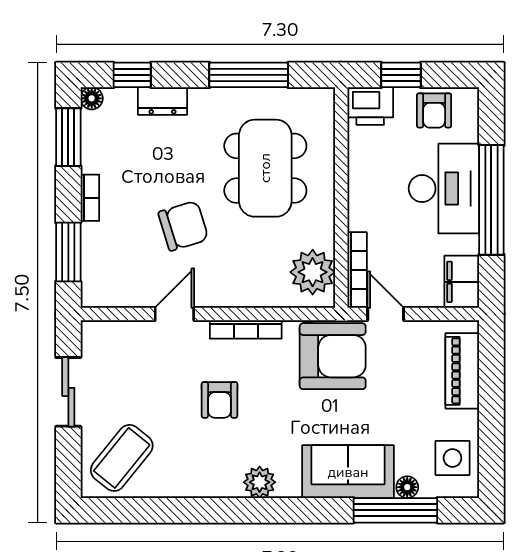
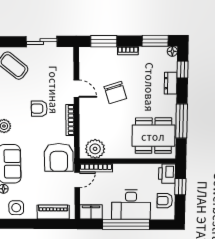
dining table: (265, 168) -> (153, 136), moved

